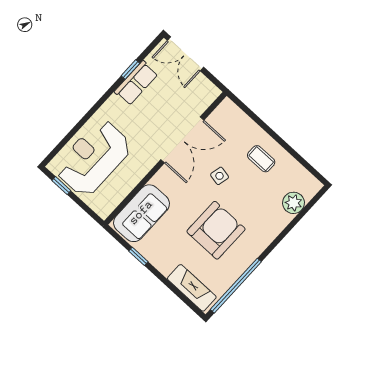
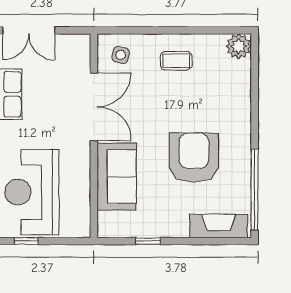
side table: (220, 176) -> (121, 55), moved
plant: (294, 203) -> (239, 46), moved
sofa: (141, 213) -> (117, 177), moved

